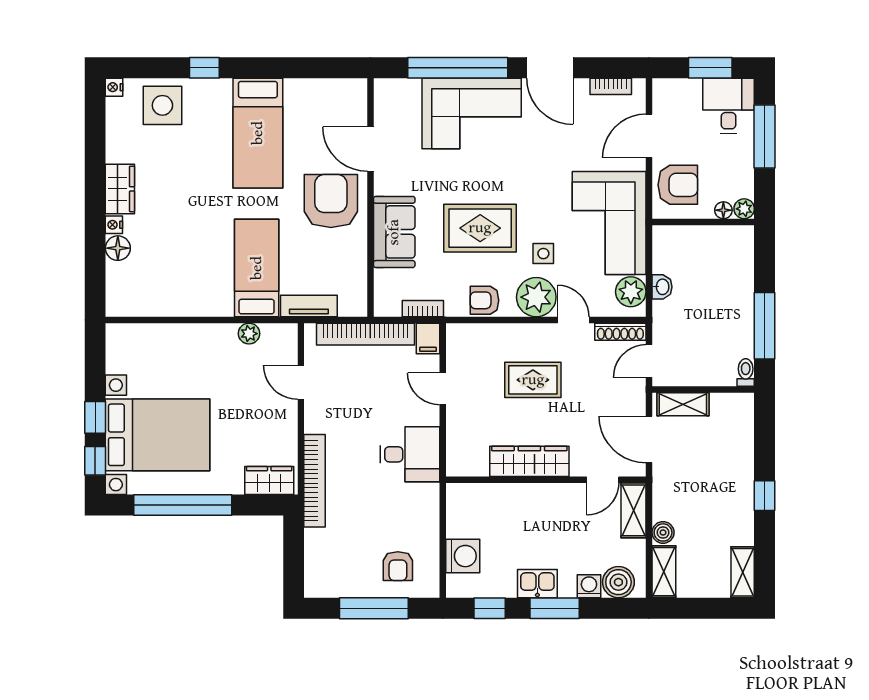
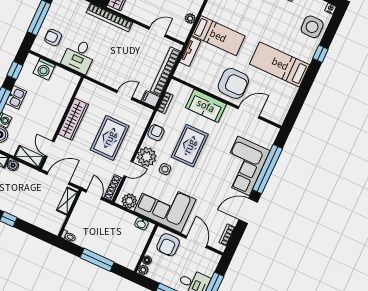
washbasin: (662, 287) -> (141, 224), moved
window: (765, 326) -> (97, 260), moved
rug: (533, 380) -> (110, 138), width x1.36, depth x1.43
desk: (410, 454) -> (79, 56), moved

